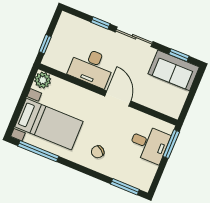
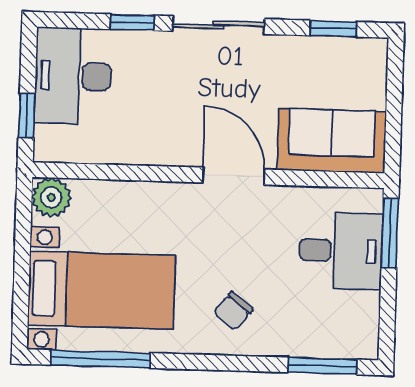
desk: (91, 67) -> (73, 76), moved, turned 90
sofa: (174, 70) -> (332, 141), moved, turned 180

